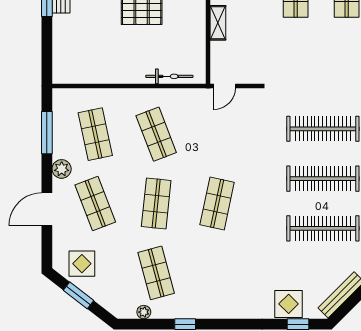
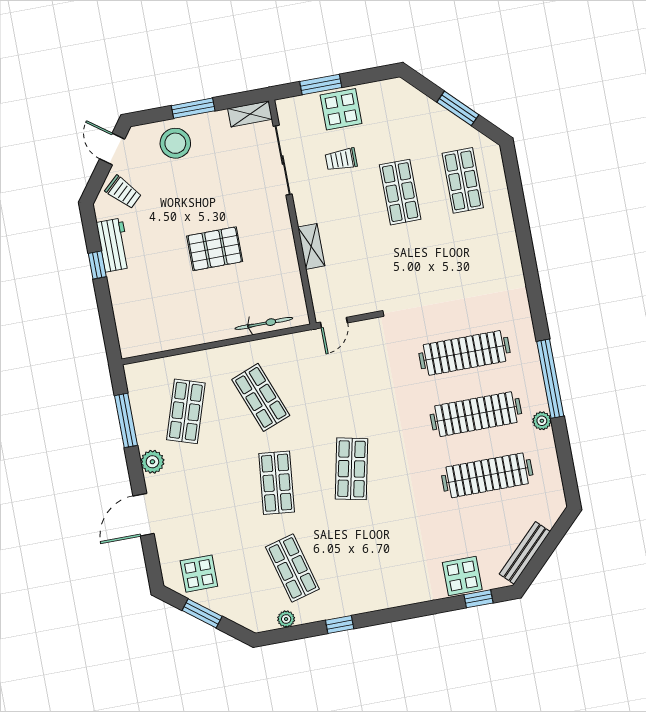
shop shelf: (95, 134) -> (186, 411), turned 30
shop shelf: (95, 204) -> (202, 497), removed

